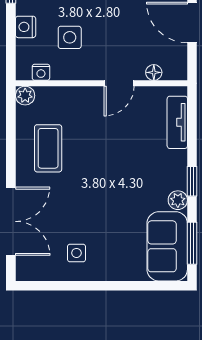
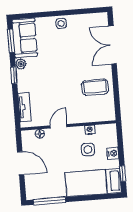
nightstand: (41, 72) -> (90, 130), moved
plant: (25, 96) -> (110, 115), removed
coffee table: (48, 148) -> (95, 87), turned 90
side table: (76, 253) -> (61, 23), moved

